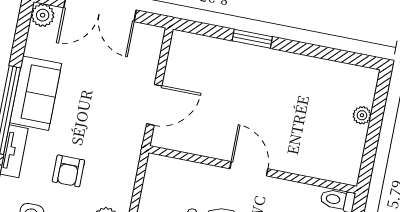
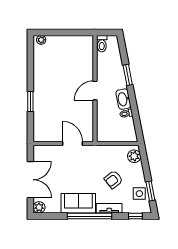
plant: (362, 115) -> (41, 40), moved
armchair: (68, 171) -> (114, 179), turned 142

